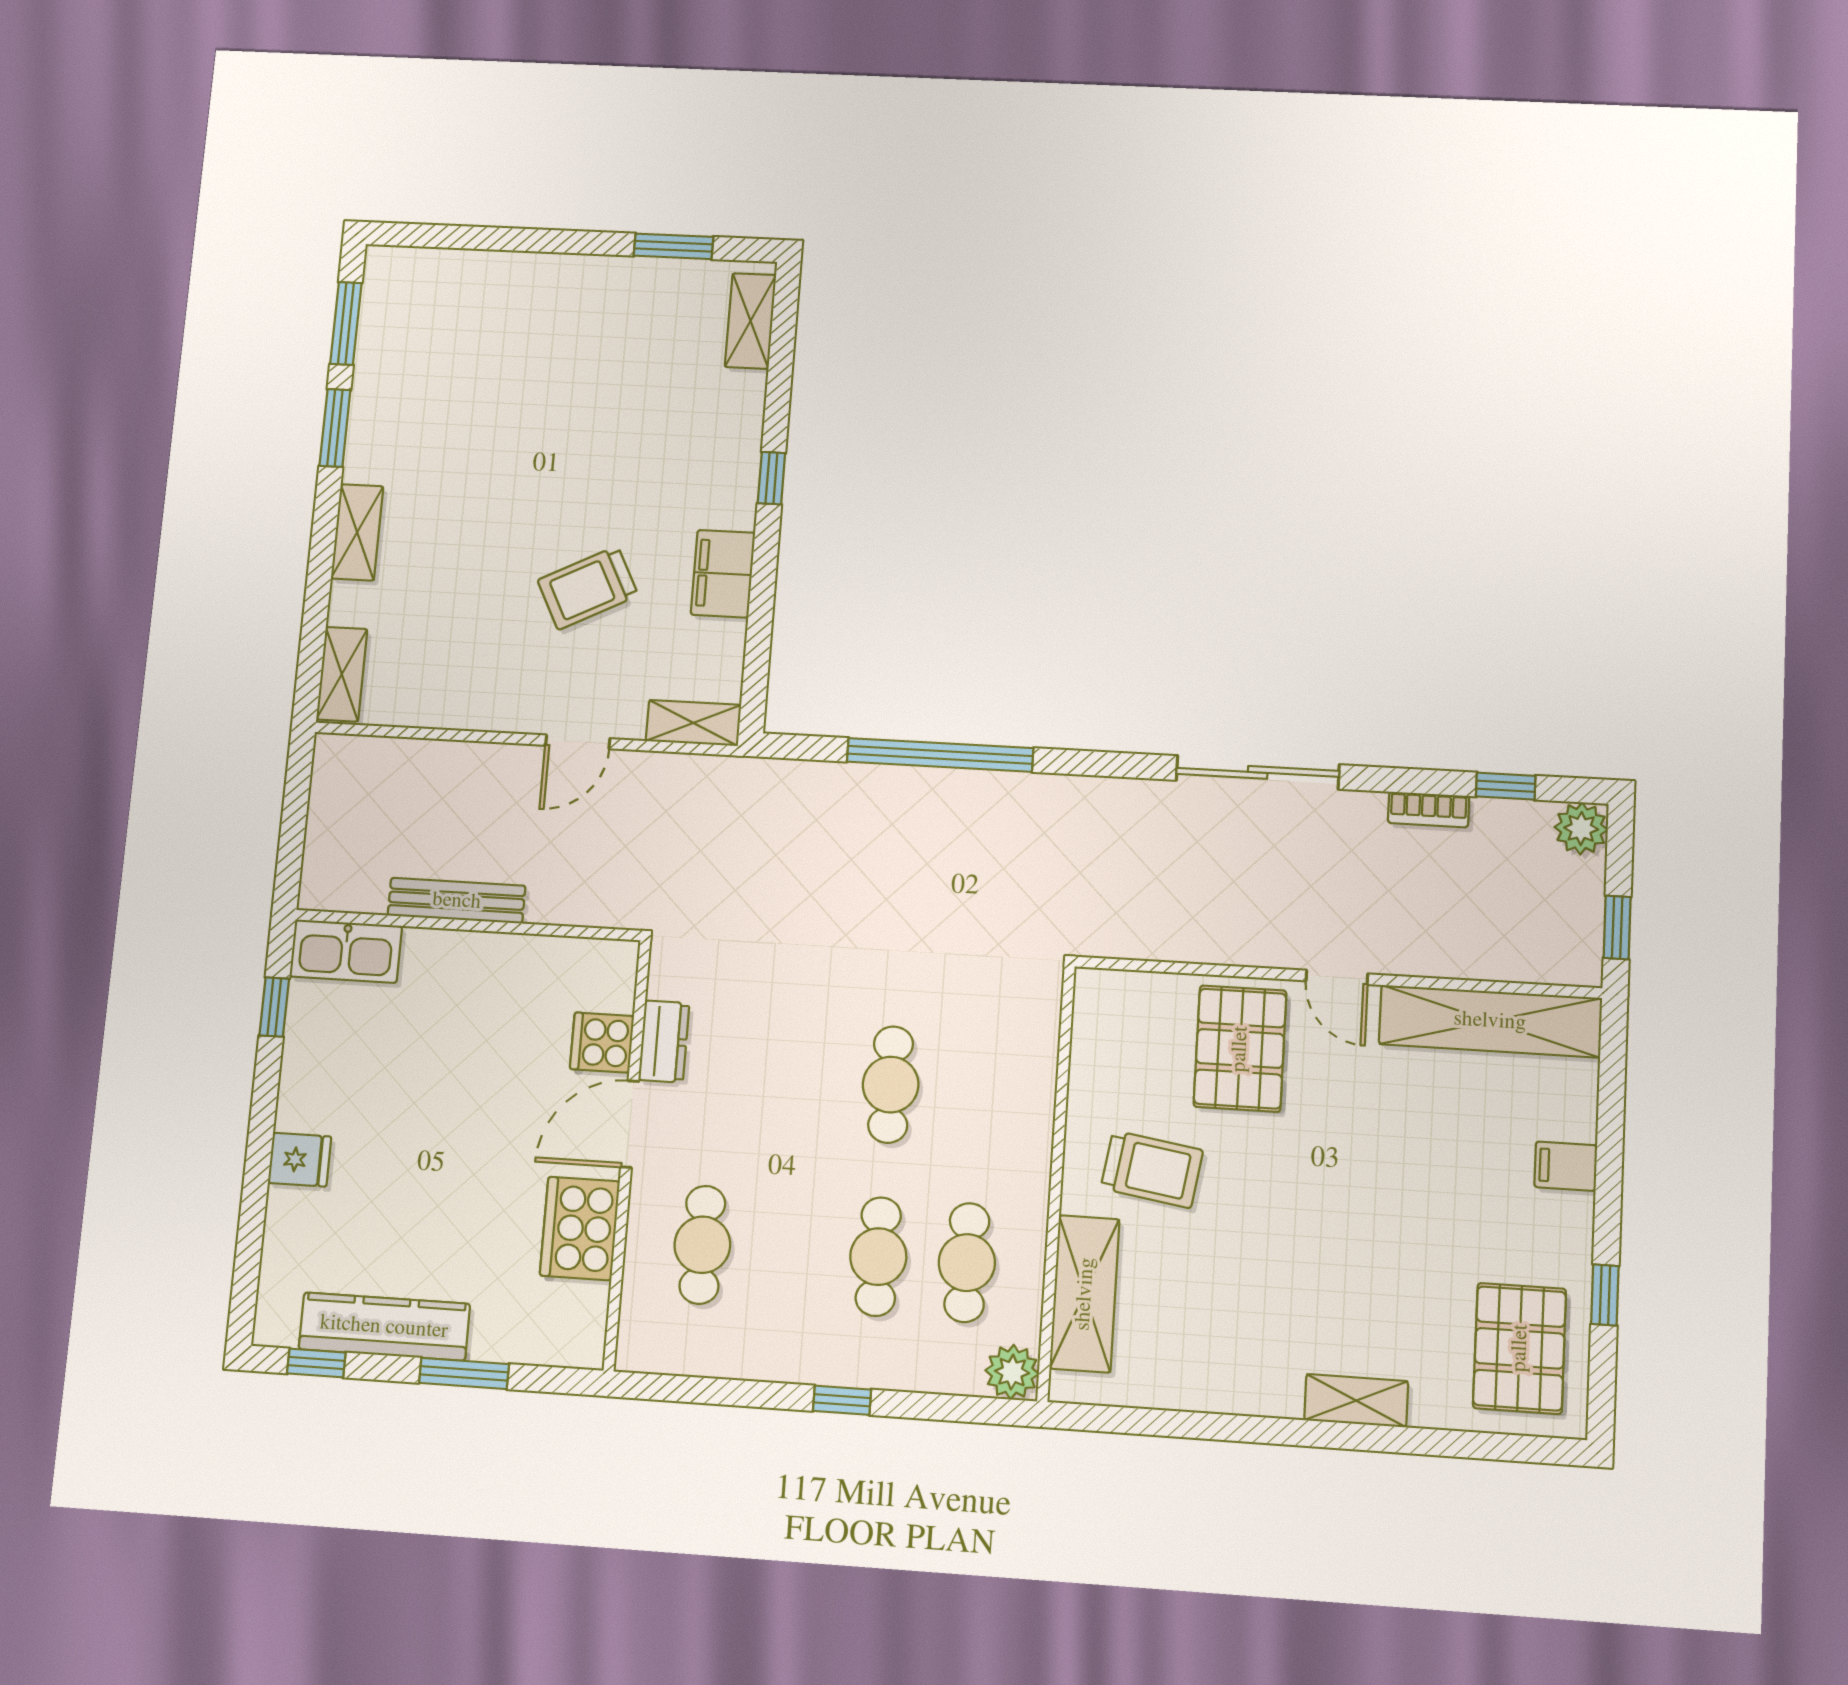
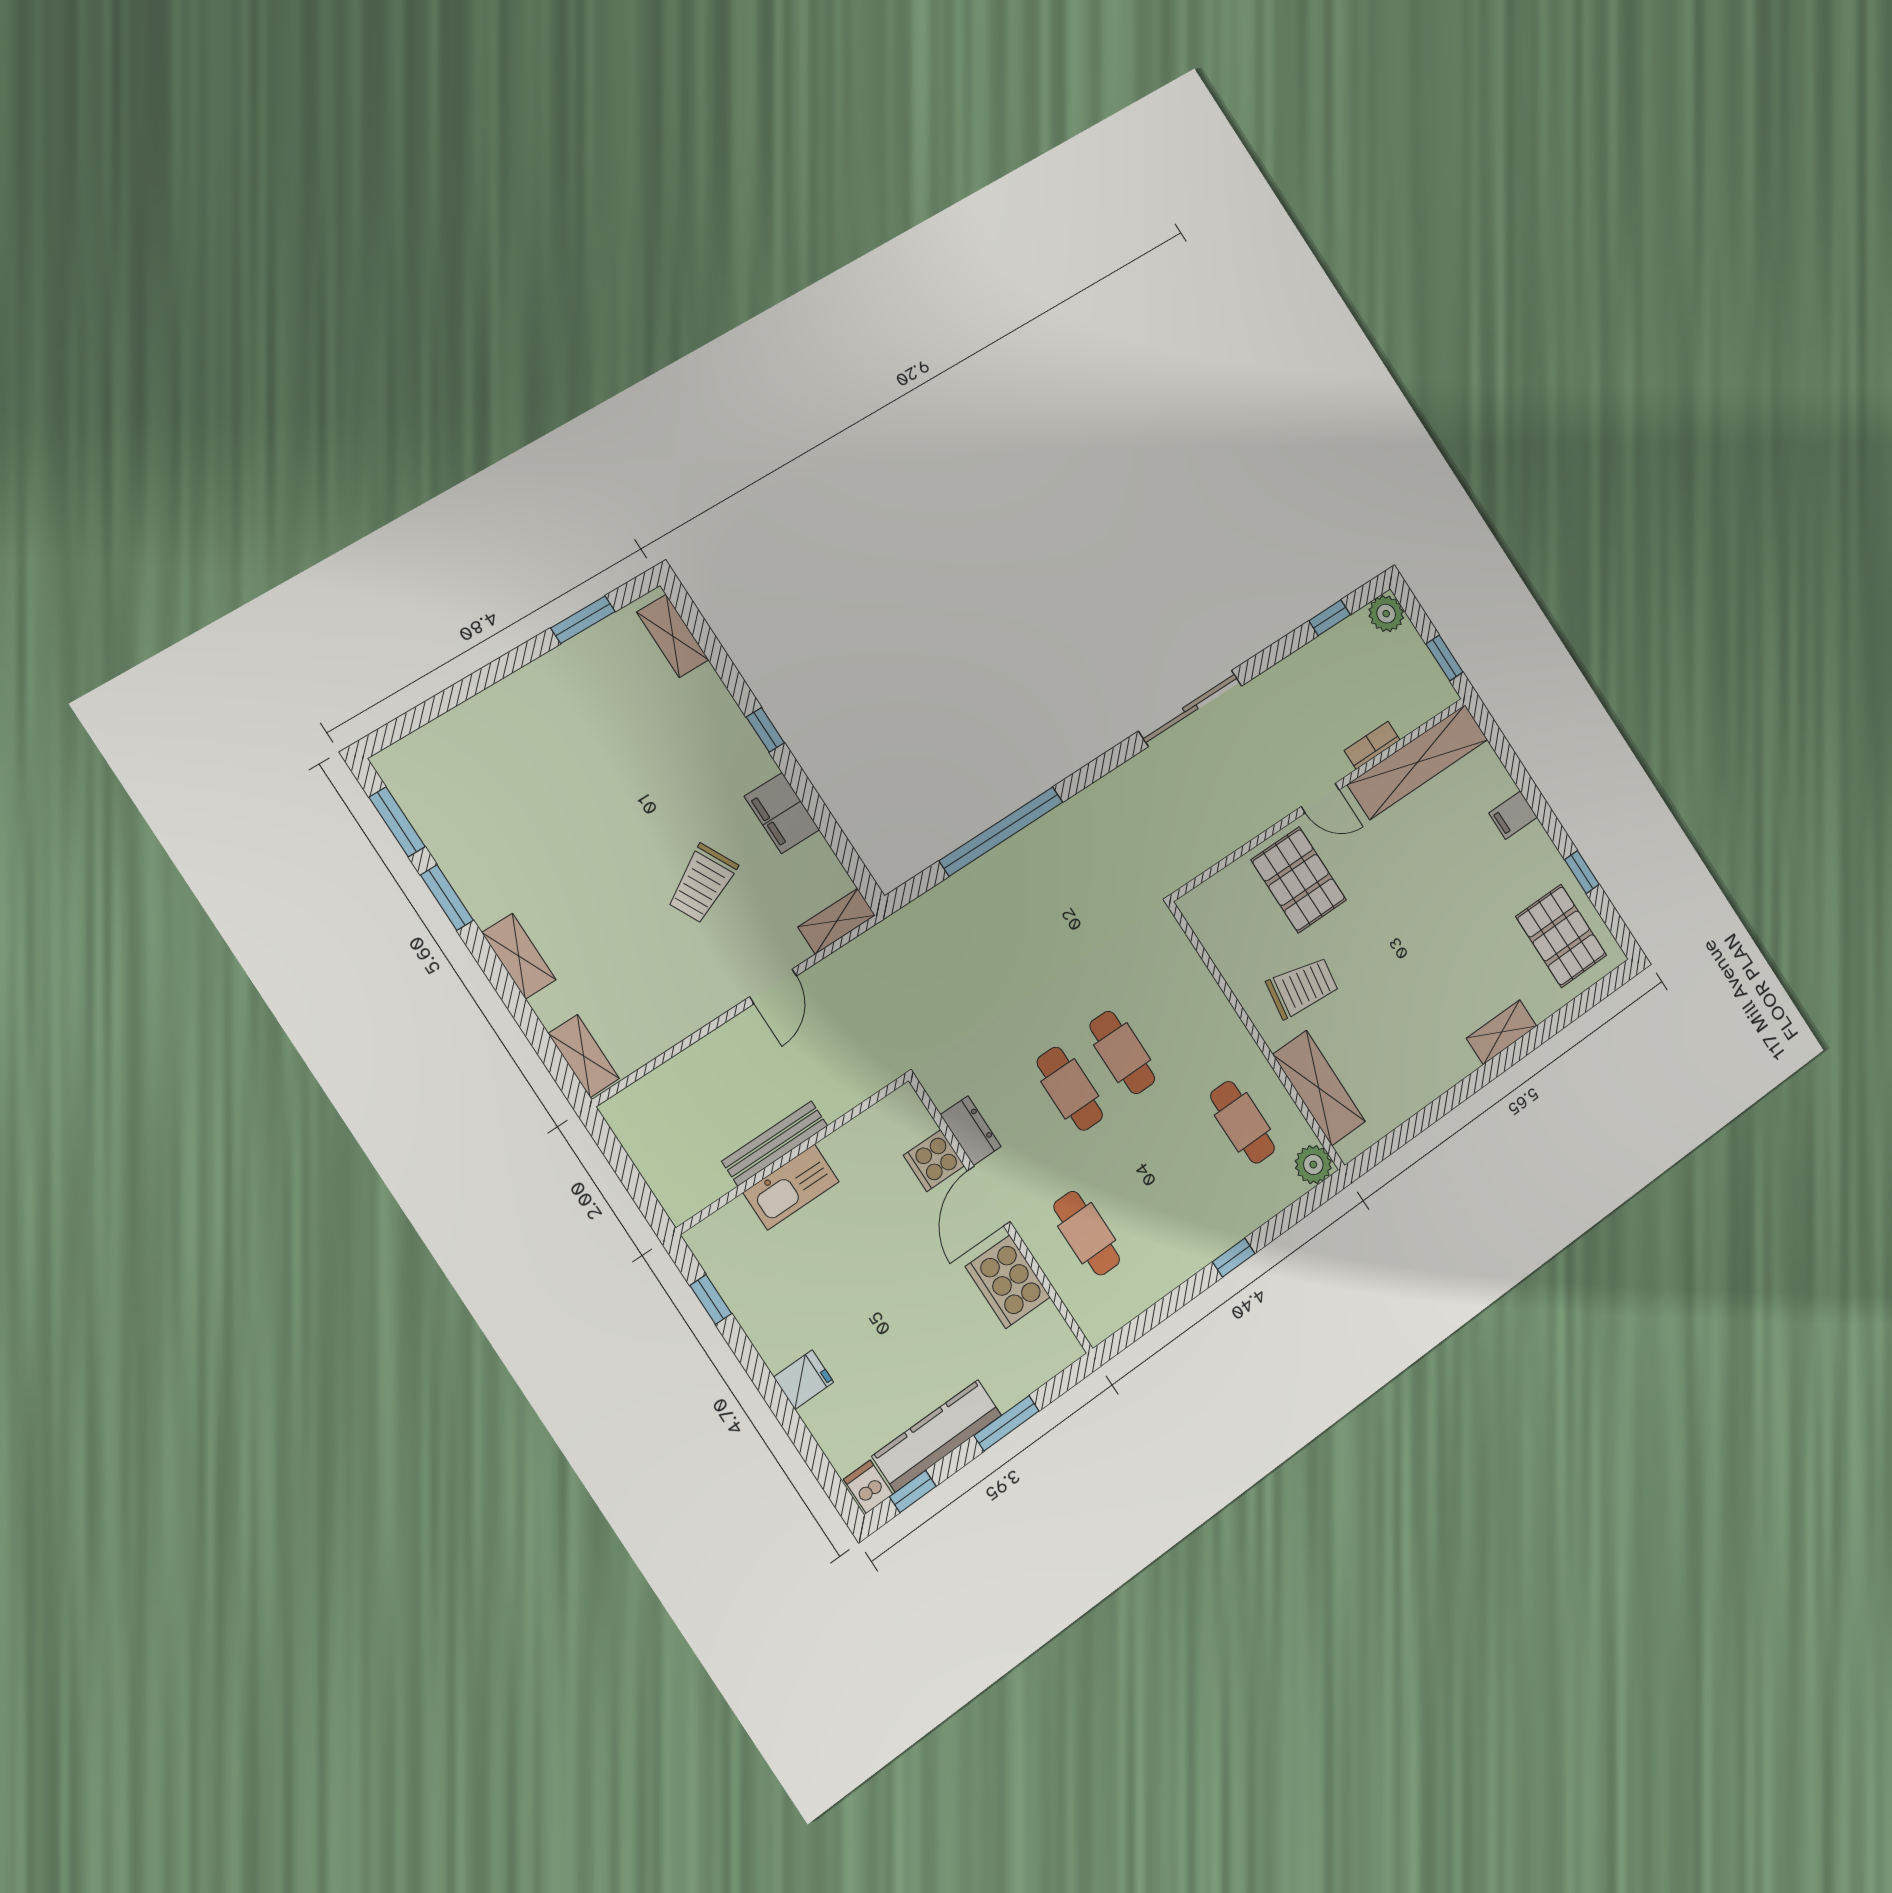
bookcase: (1429, 810) -> (1372, 745), moved, turned 180
kitchen sink: (346, 951) -> (791, 1187), moved
cafe table: (878, 1257) -> (1070, 1089), moved
dishwasher: (277, 1320) -> (868, 1487), added

